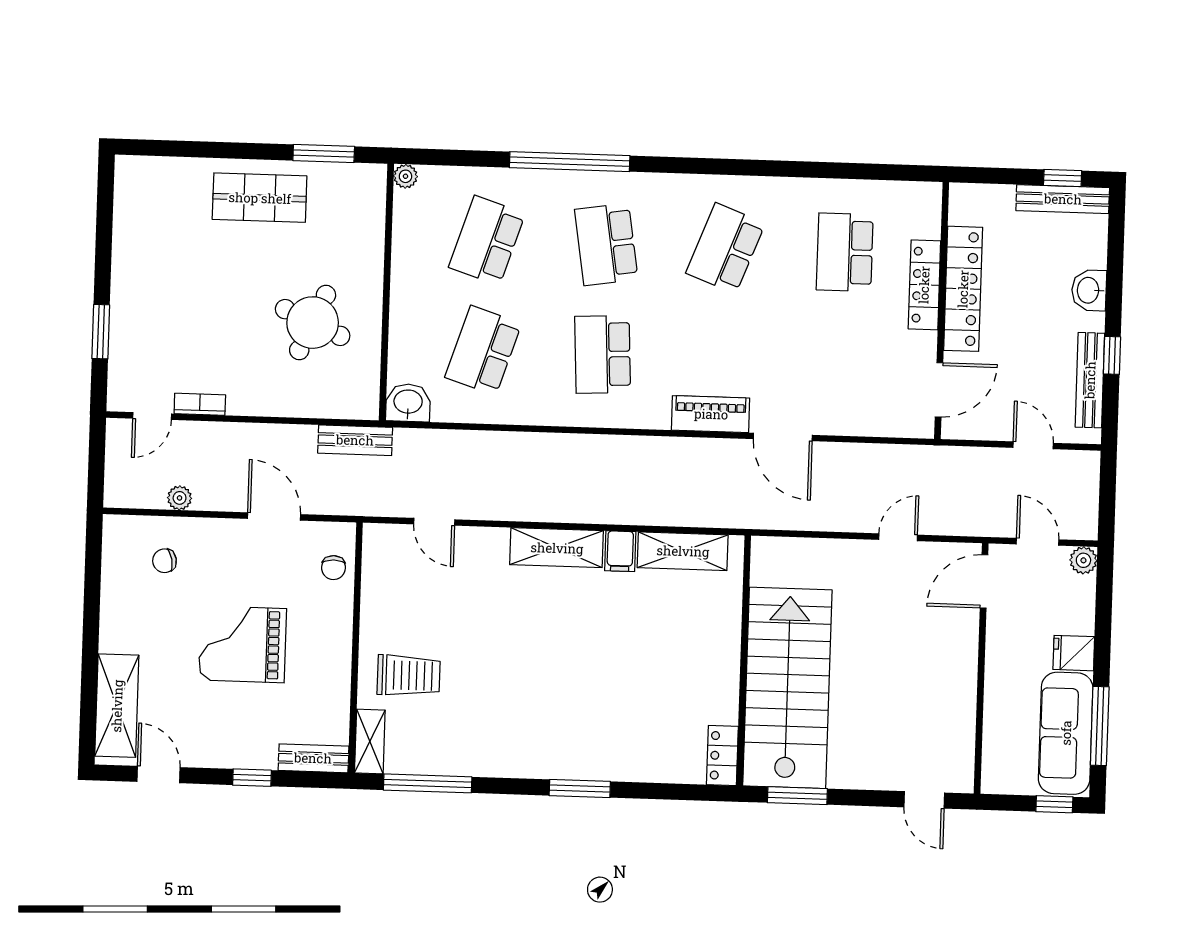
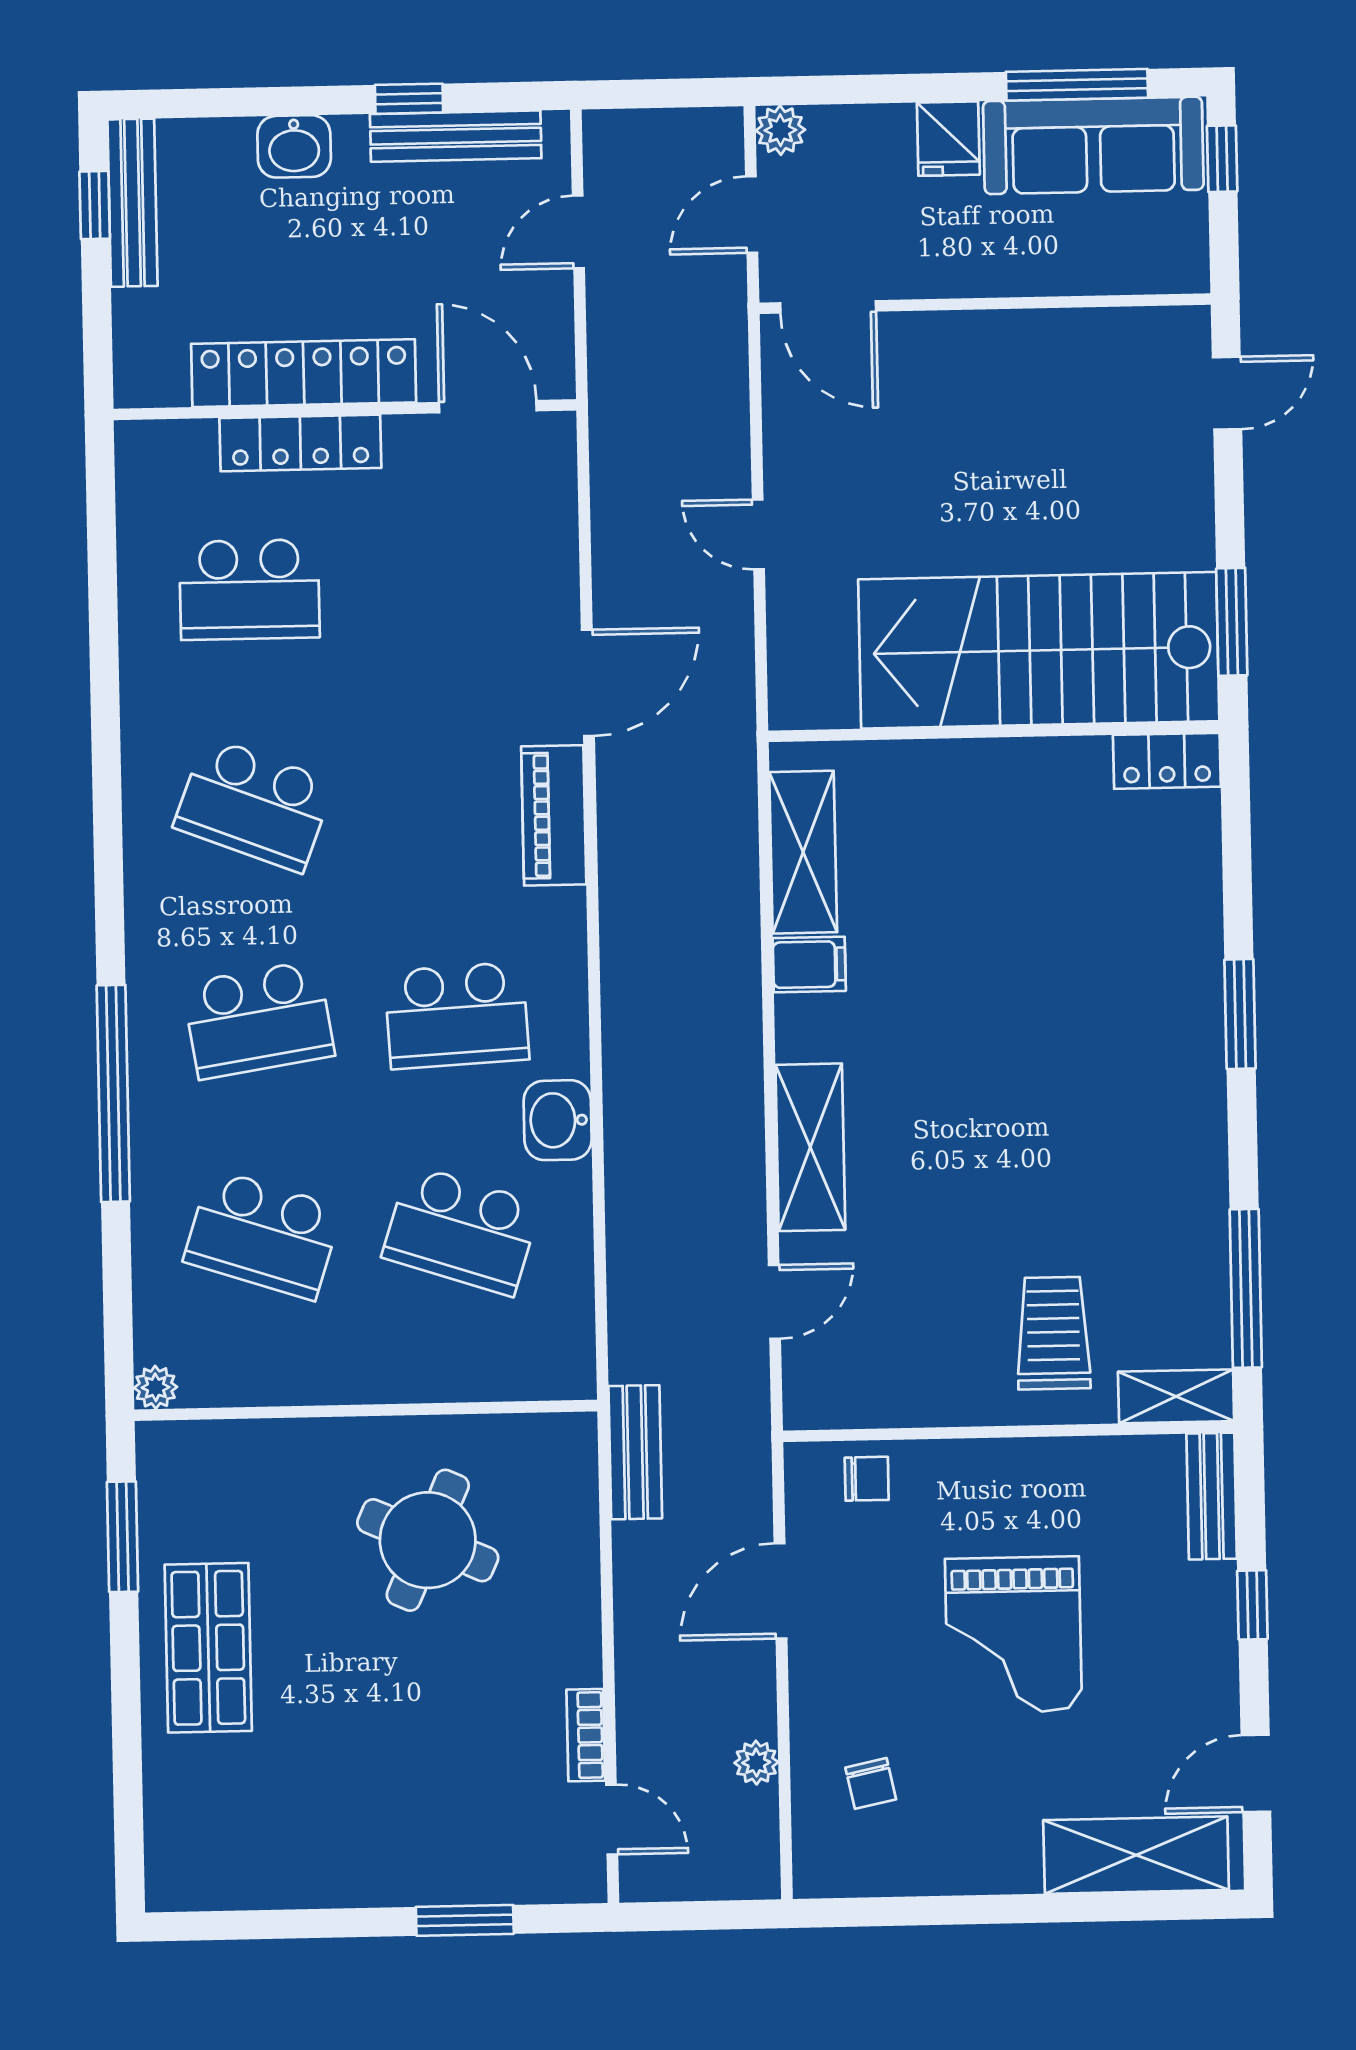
washbasin: (408, 403) -> (558, 1120), moved
door: (898, 537) -> (758, 534), moved
shelving: (557, 548) -> (810, 1147), moved

